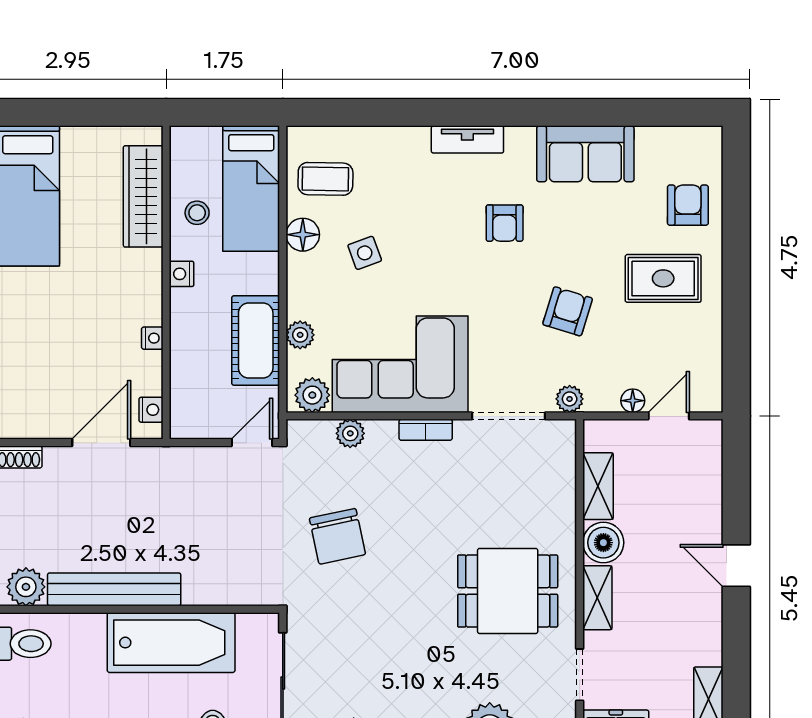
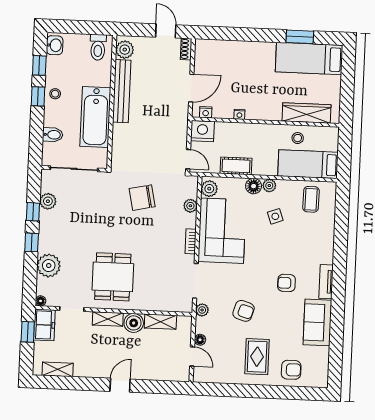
tv unit: (467, 139) -> (326, 282), moved
floor lamp: (303, 235) -> (254, 186), moved
nightstand: (182, 274) -> (202, 131), moved, width x1.89, depth x1.79
plant: (300, 335) -> (269, 186), moved
cot: (256, 341) -> (236, 166), width x0.73, depth x0.75
door: (101, 443) -> (191, 88), hinge flipped

